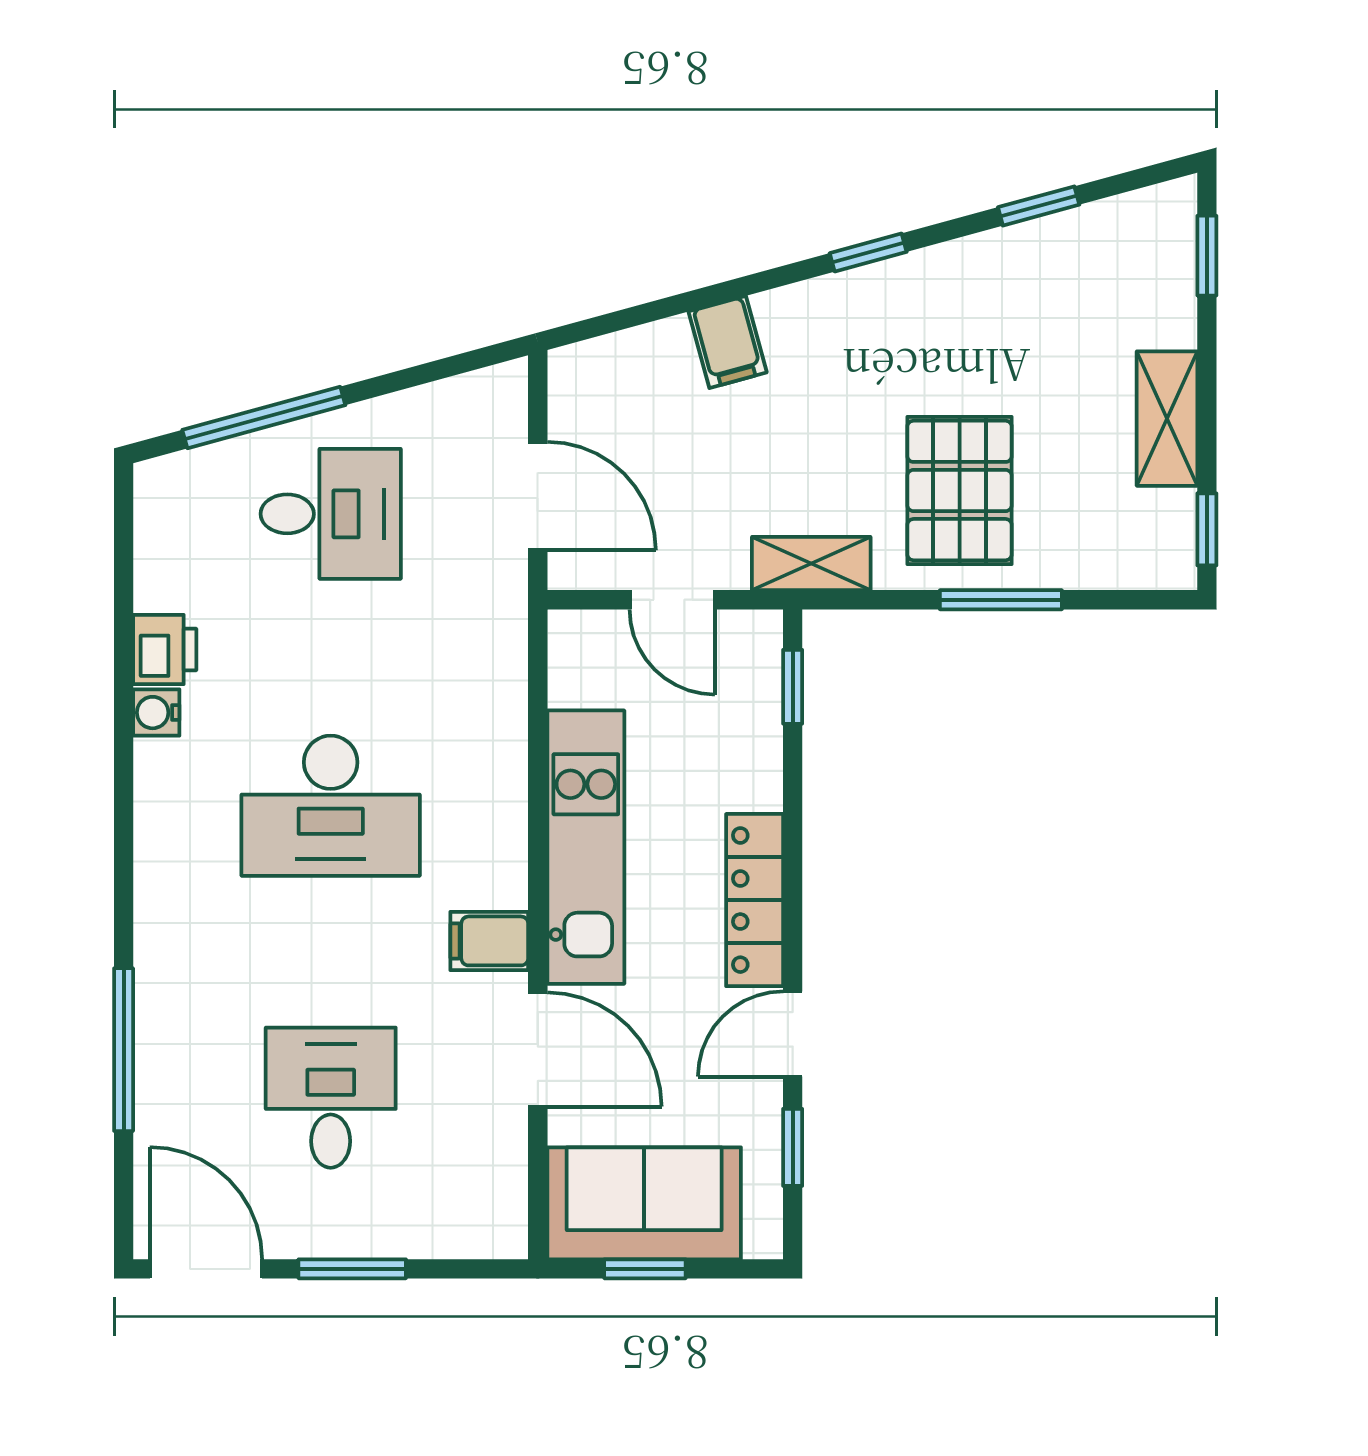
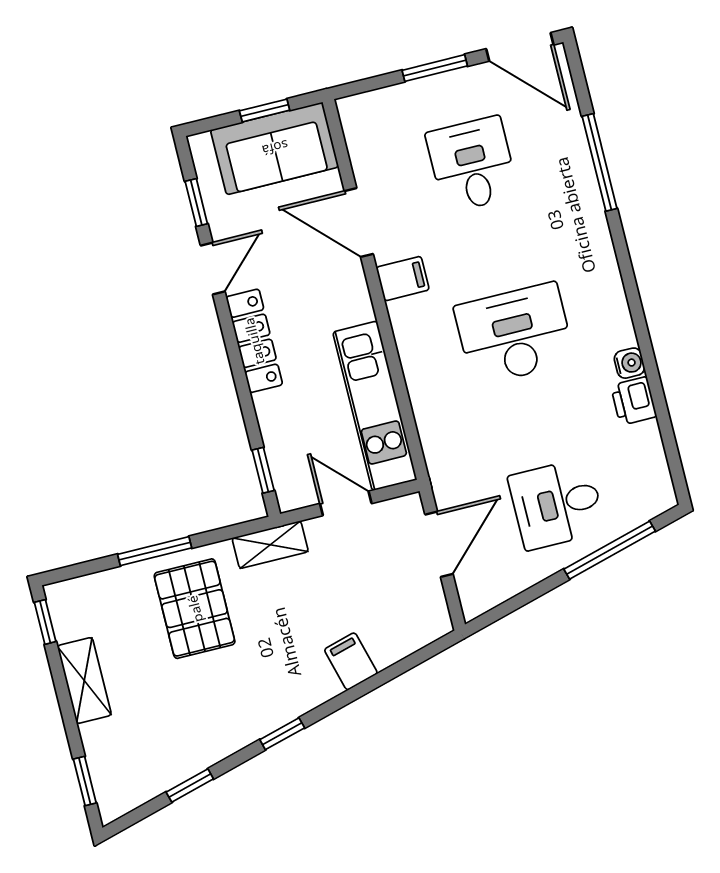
door: (538, 496) -> (439, 544), swing flipped
kitchen unit: (586, 847) -> (375, 406), moved
desk: (331, 1098) -> (472, 164), turned 180

